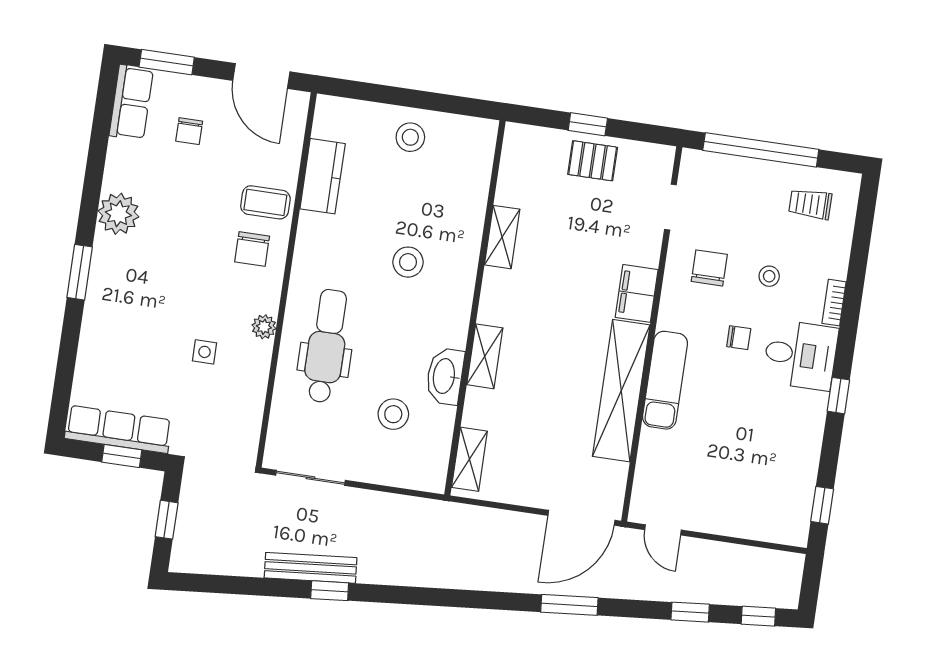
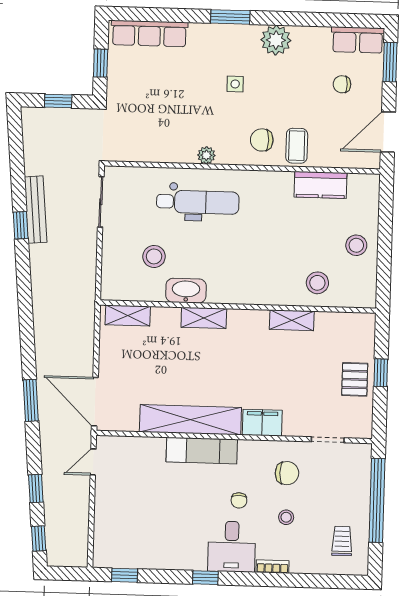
stool: (408, 262) -> (317, 283), moved
side table: (205, 352) -> (235, 84), moved
row of seats: (118, 429) -> (149, 33), moved, turned 90

